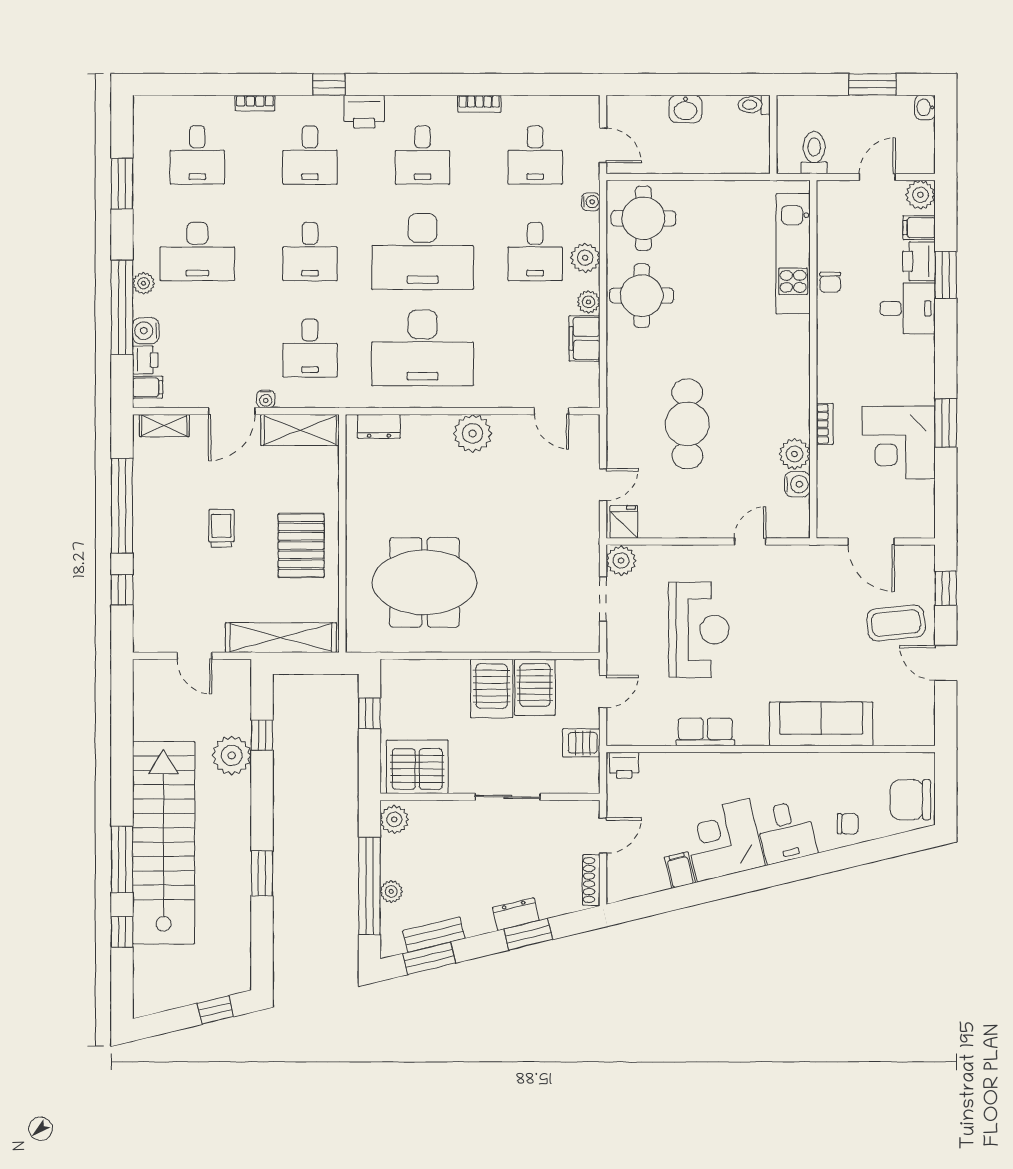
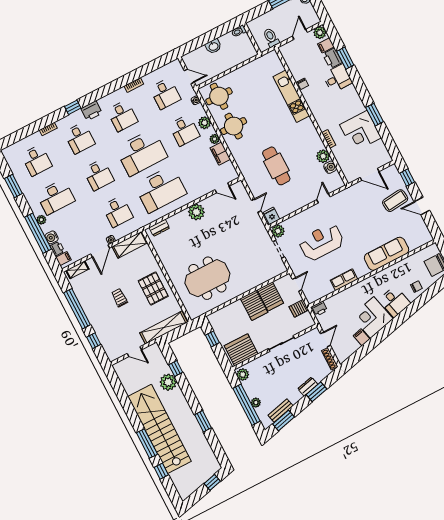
kitchen unit: (793, 254) -> (291, 96), moved
reception desk: (699, 630) -> (321, 242), turned -90

